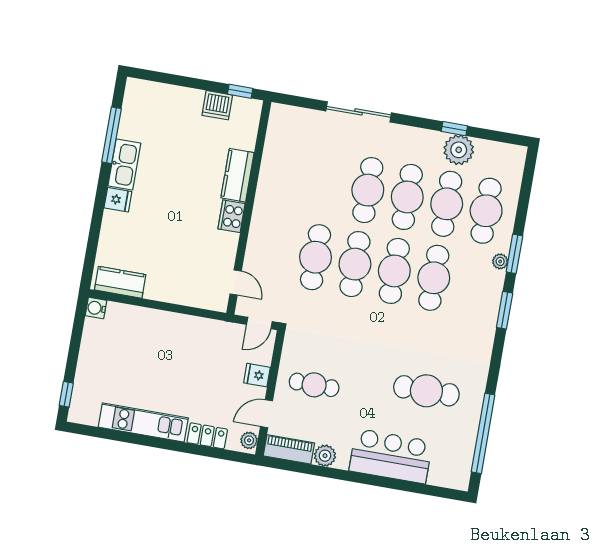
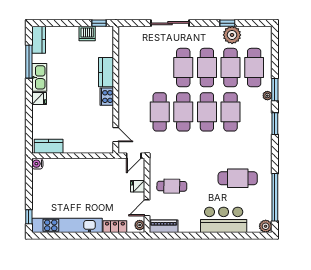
kitchen counter: (134, 101) -> (39, 40), added
kitchen unit: (143, 422) -> (67, 225), width x1.36
plant: (325, 456) -> (266, 226), moved

